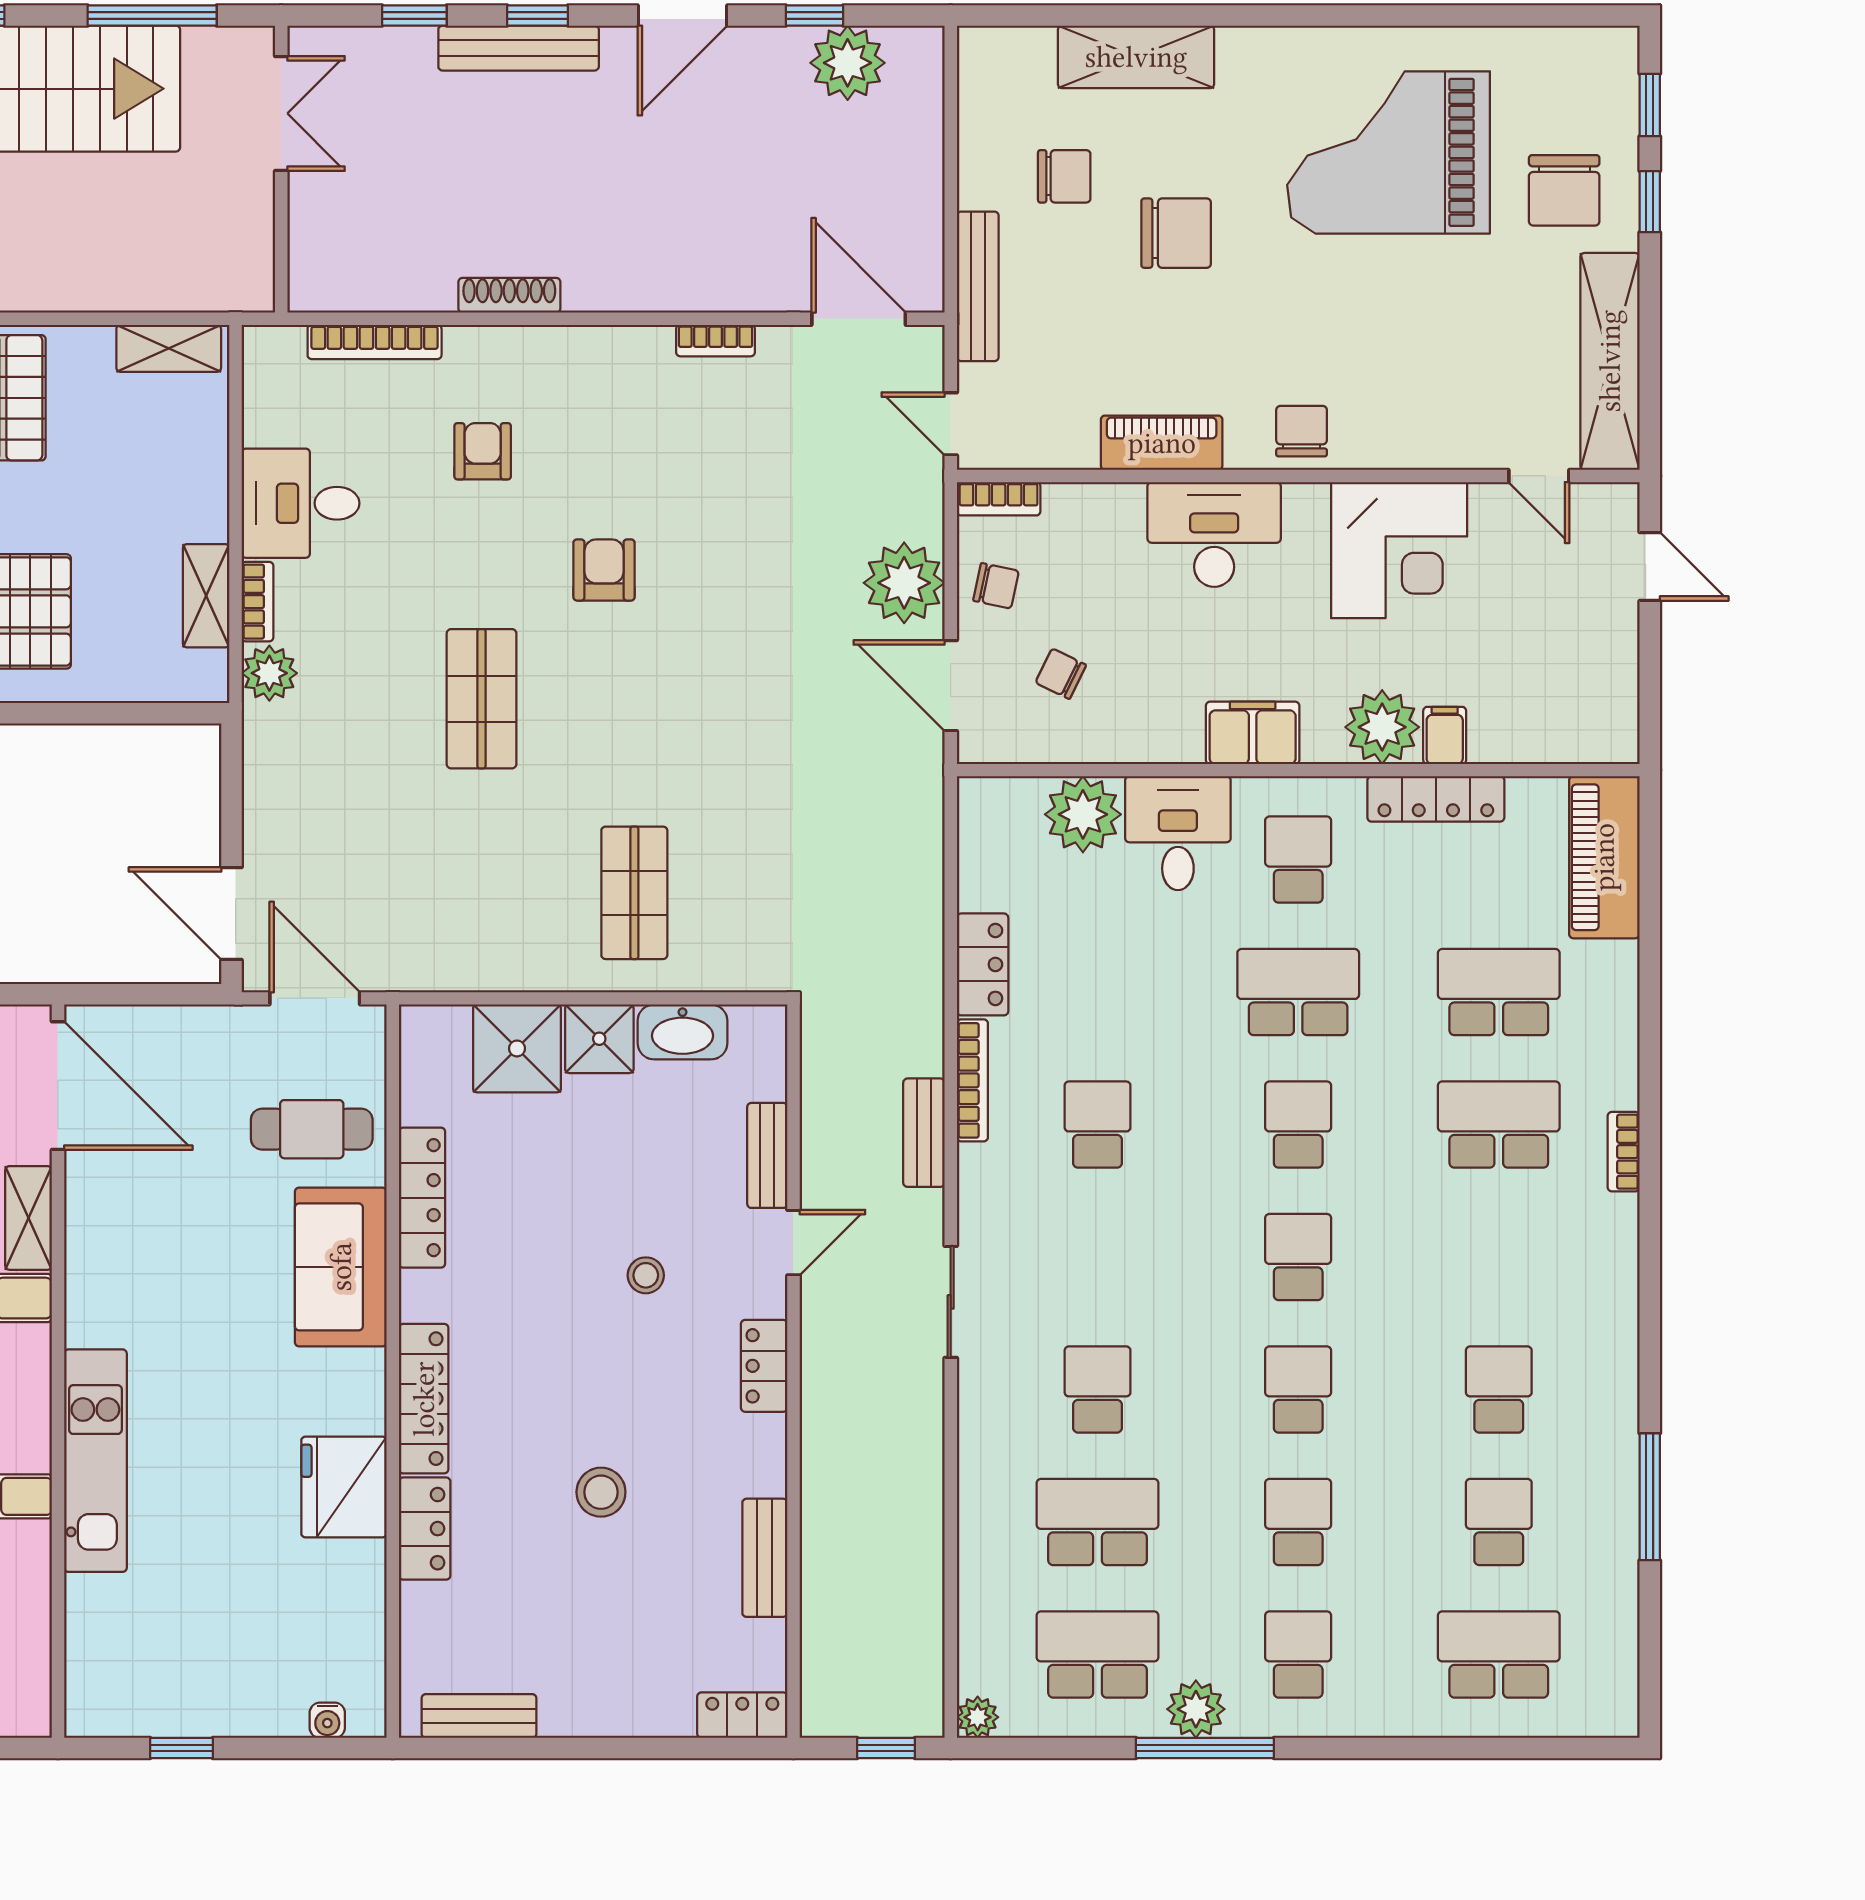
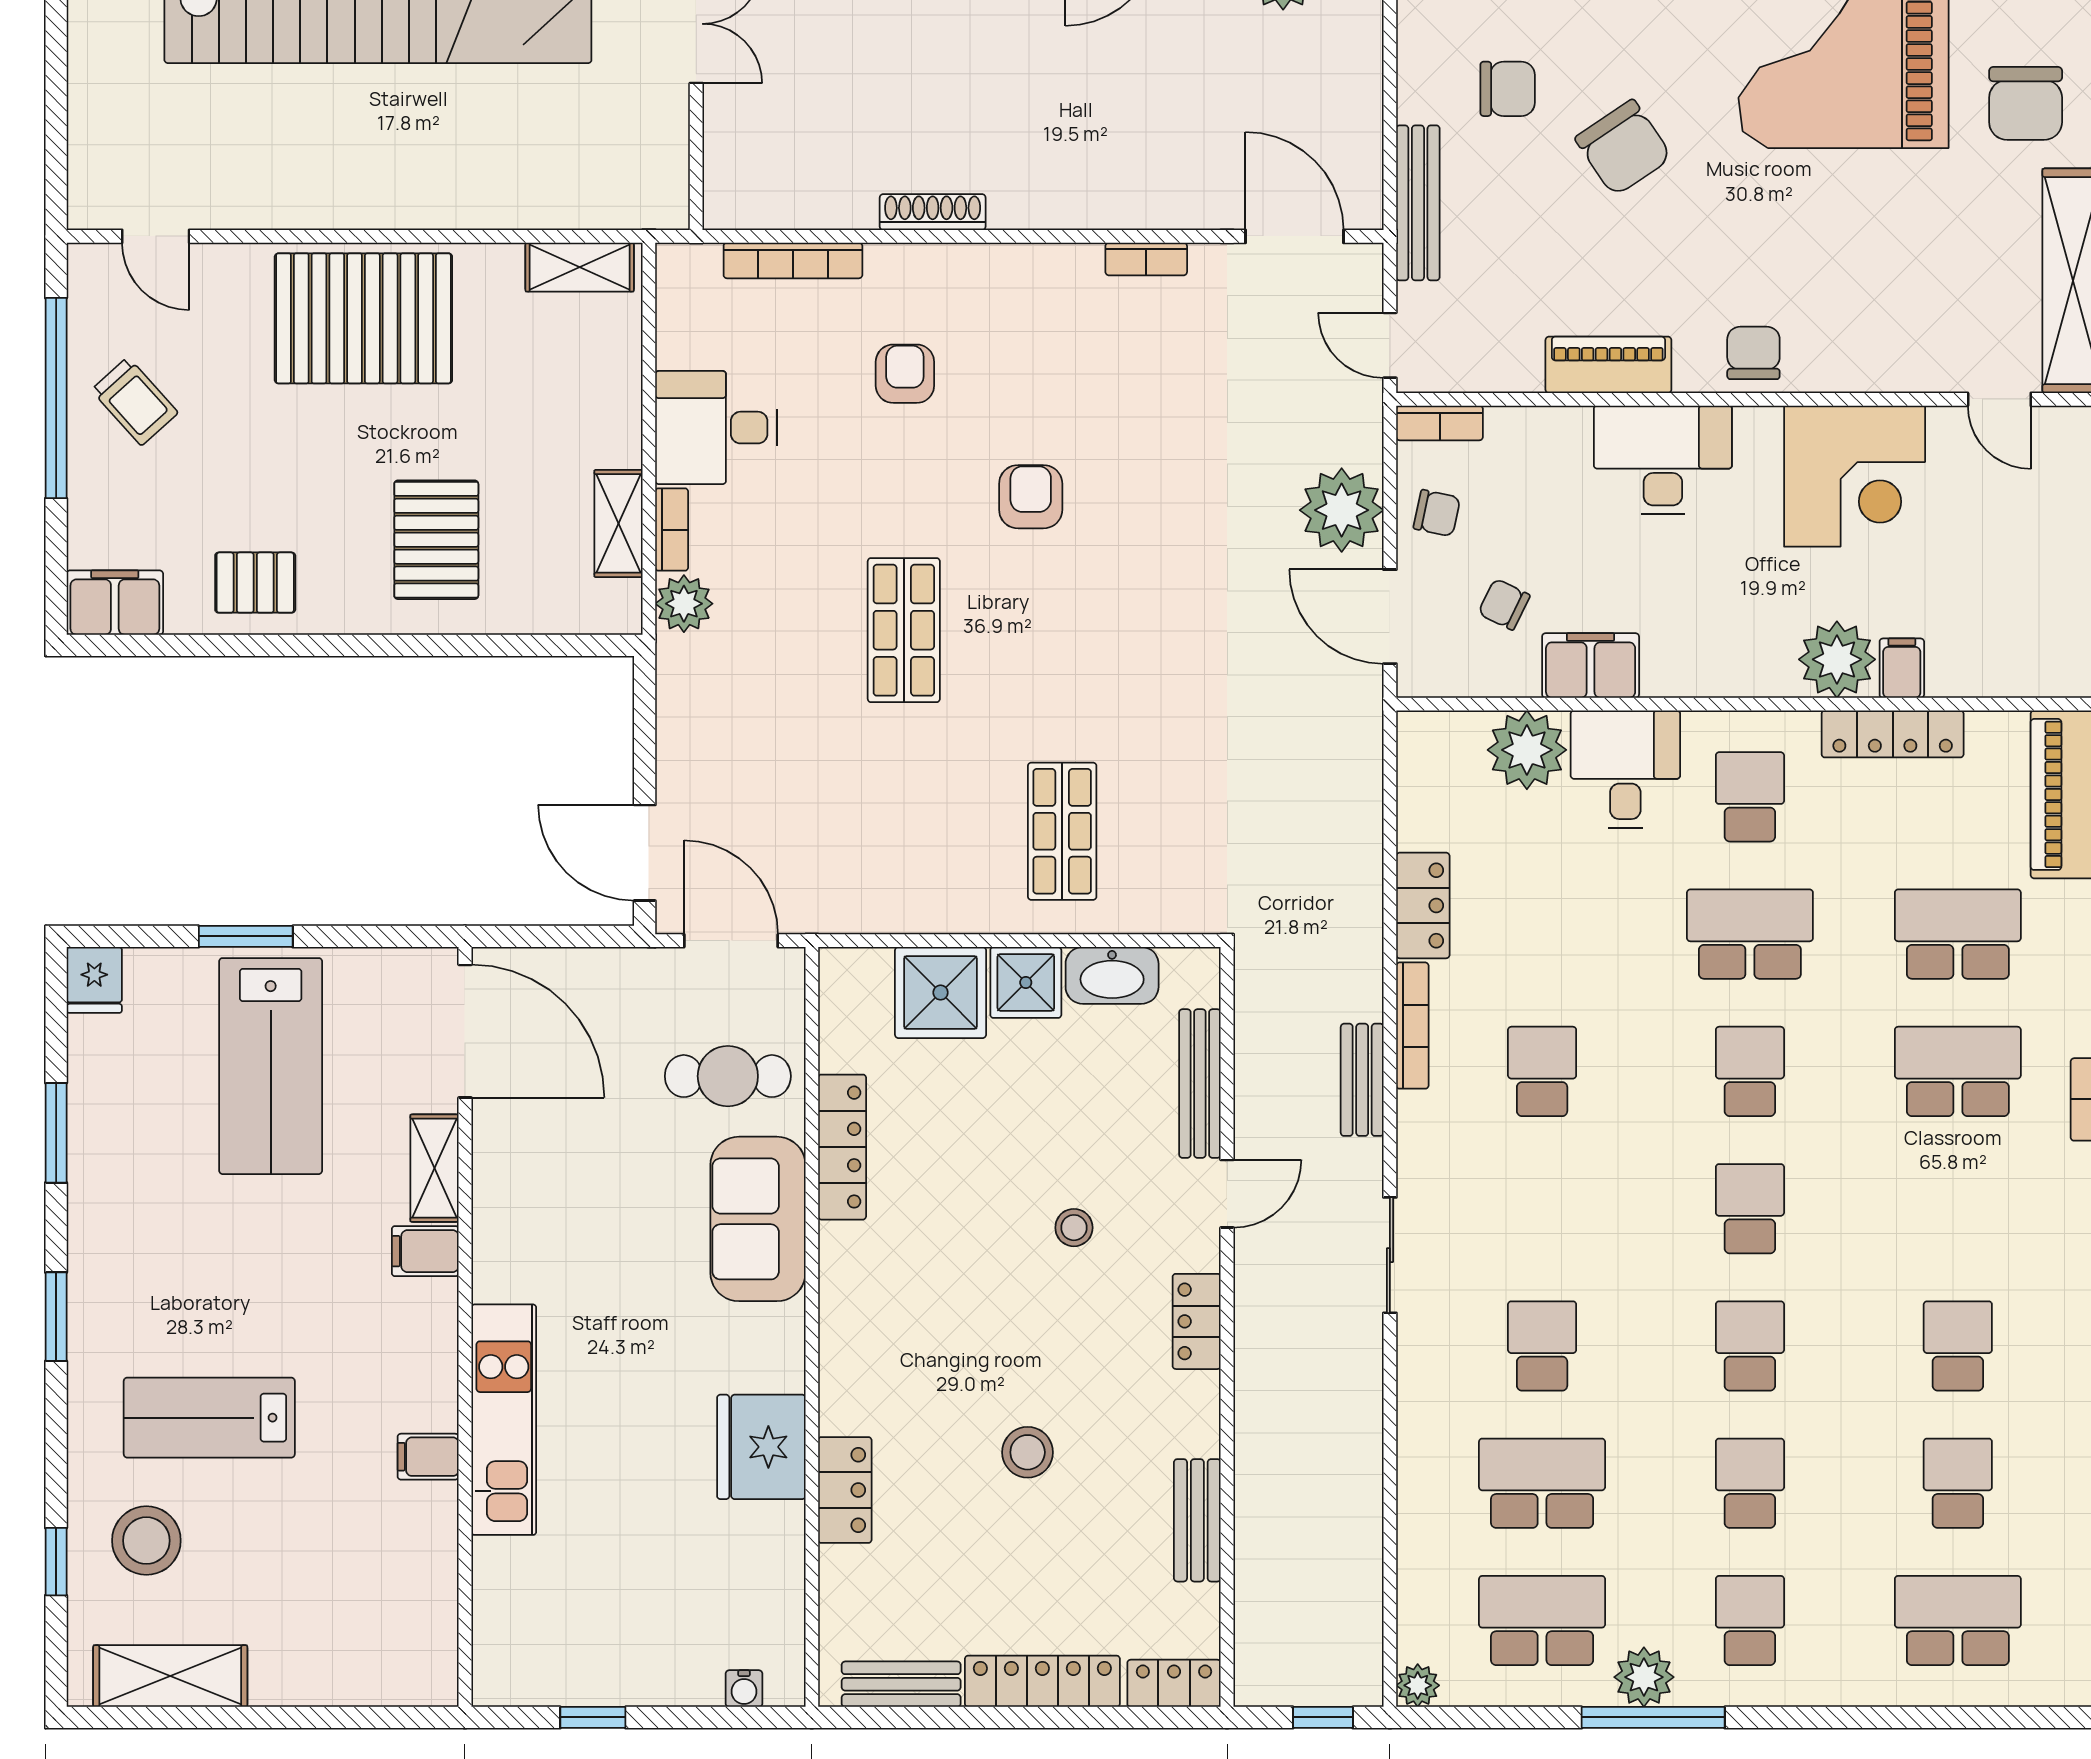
chair: (1176, 233) -> (1623, 148), turned 56
filing cabinet: (1253, 733) -> (1591, 666), moved
bench: (767, 1155) -> (1200, 1084), width x1.36
locker: (424, 1399) -> (1042, 1681), moved, turned -90

